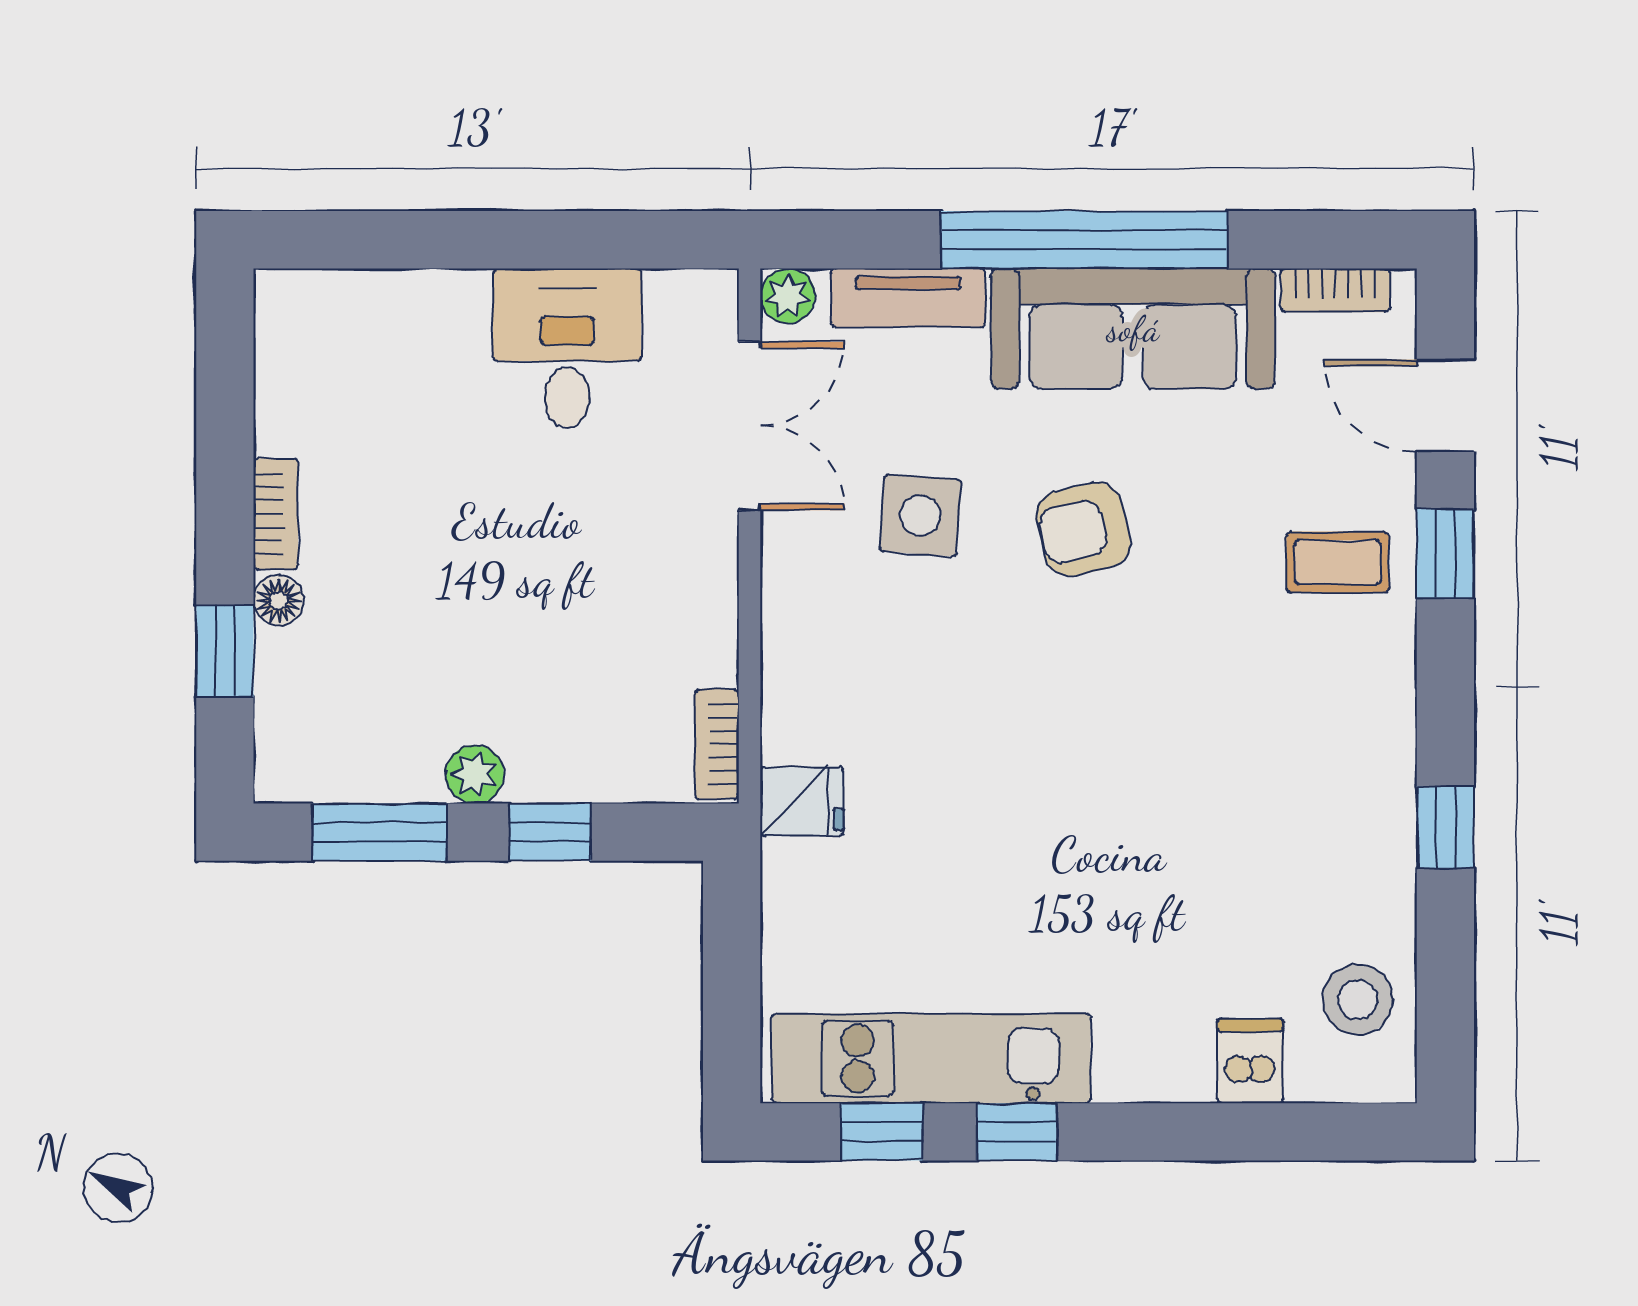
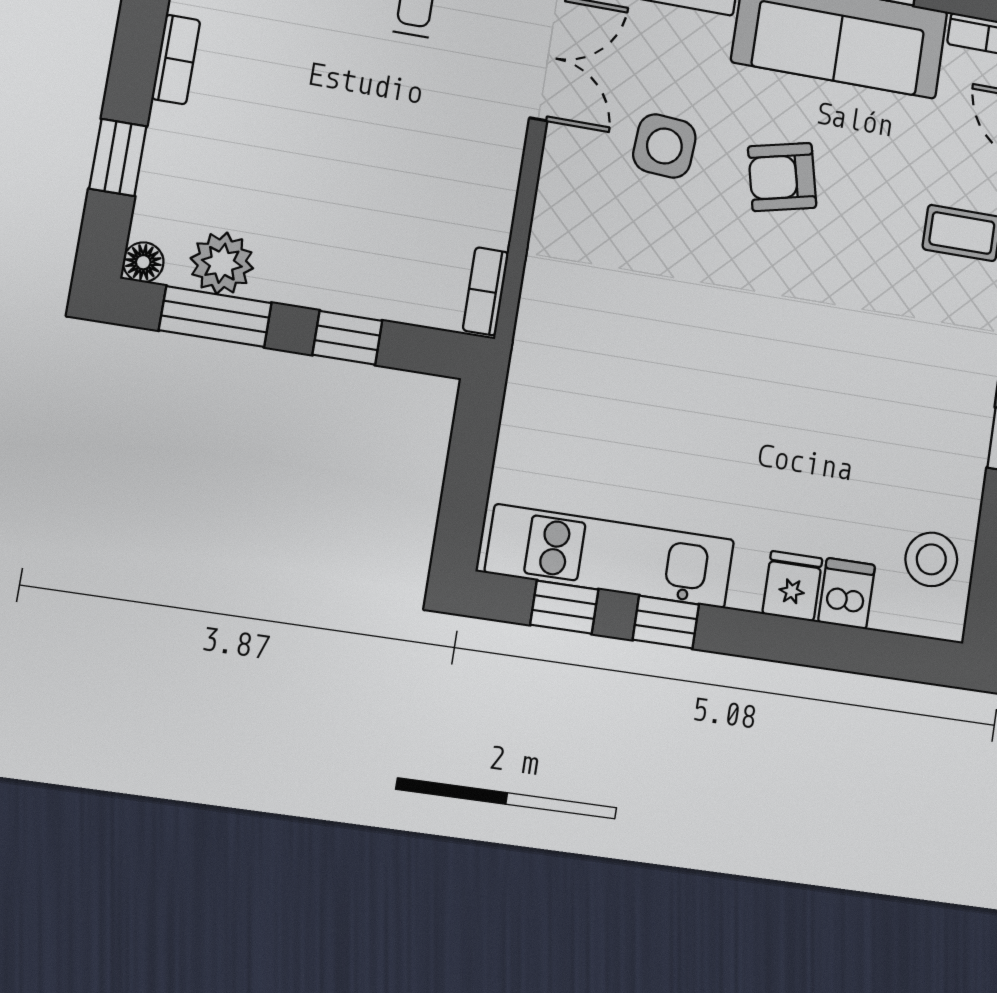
floor lamp: (279, 600) -> (143, 262), moved
plant: (475, 774) -> (222, 263), moved, width x1.38, depth x1.38
fridge: (802, 801) -> (792, 586), moved, turned -90

